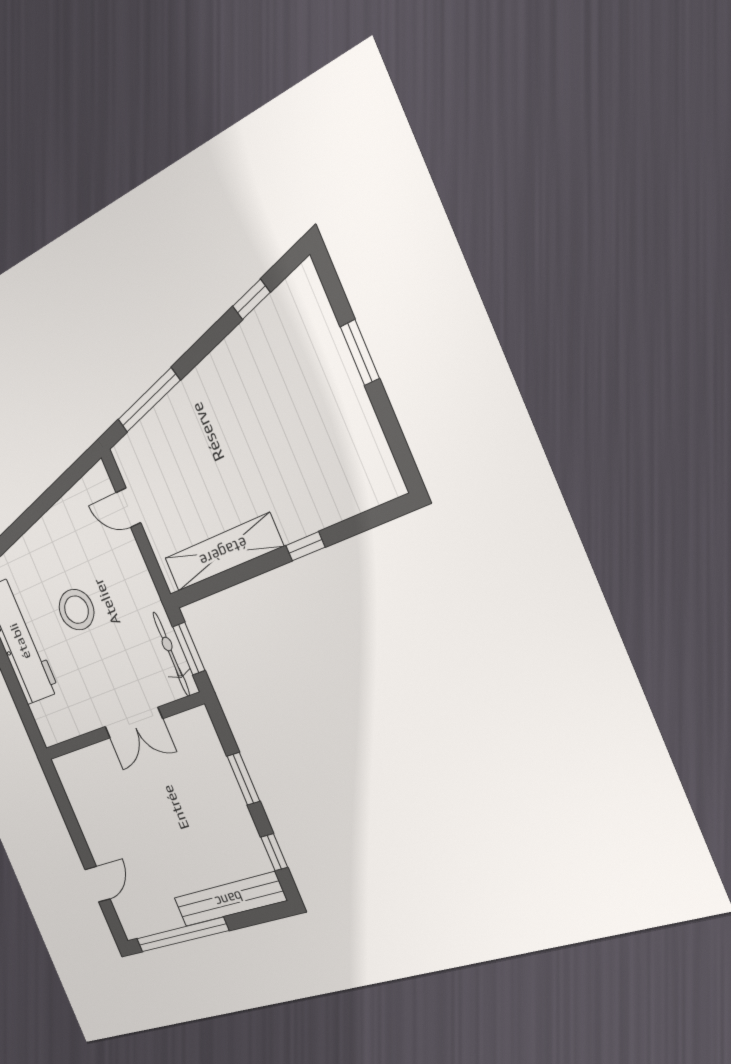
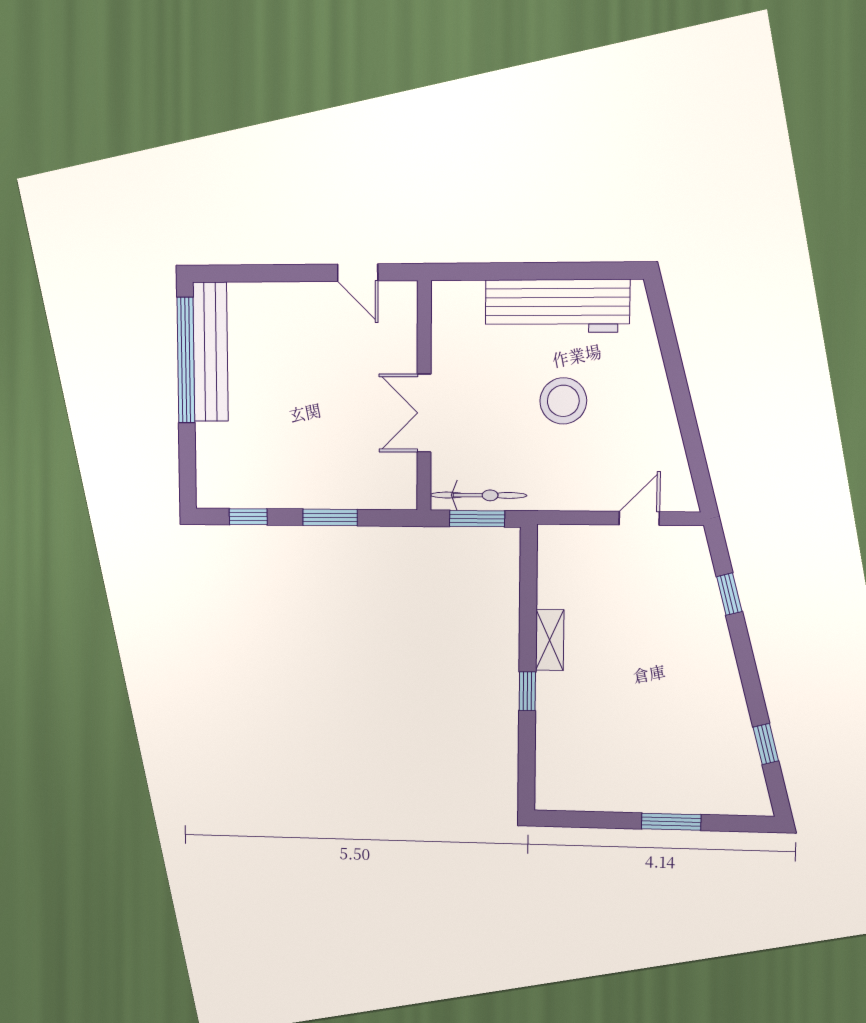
window: (149, 400) -> (729, 594), width x0.46
shelving: (223, 552) -> (550, 640), width x0.45, depth x0.75
door: (98, 884) -> (358, 273), moved
bench: (229, 899) -> (210, 352), moved

